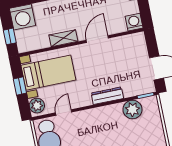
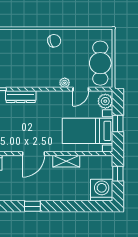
dresser: (107, 96) -> (21, 97), moved
plant: (132, 109) -> (65, 83), moved, width x0.53, depth x0.53

